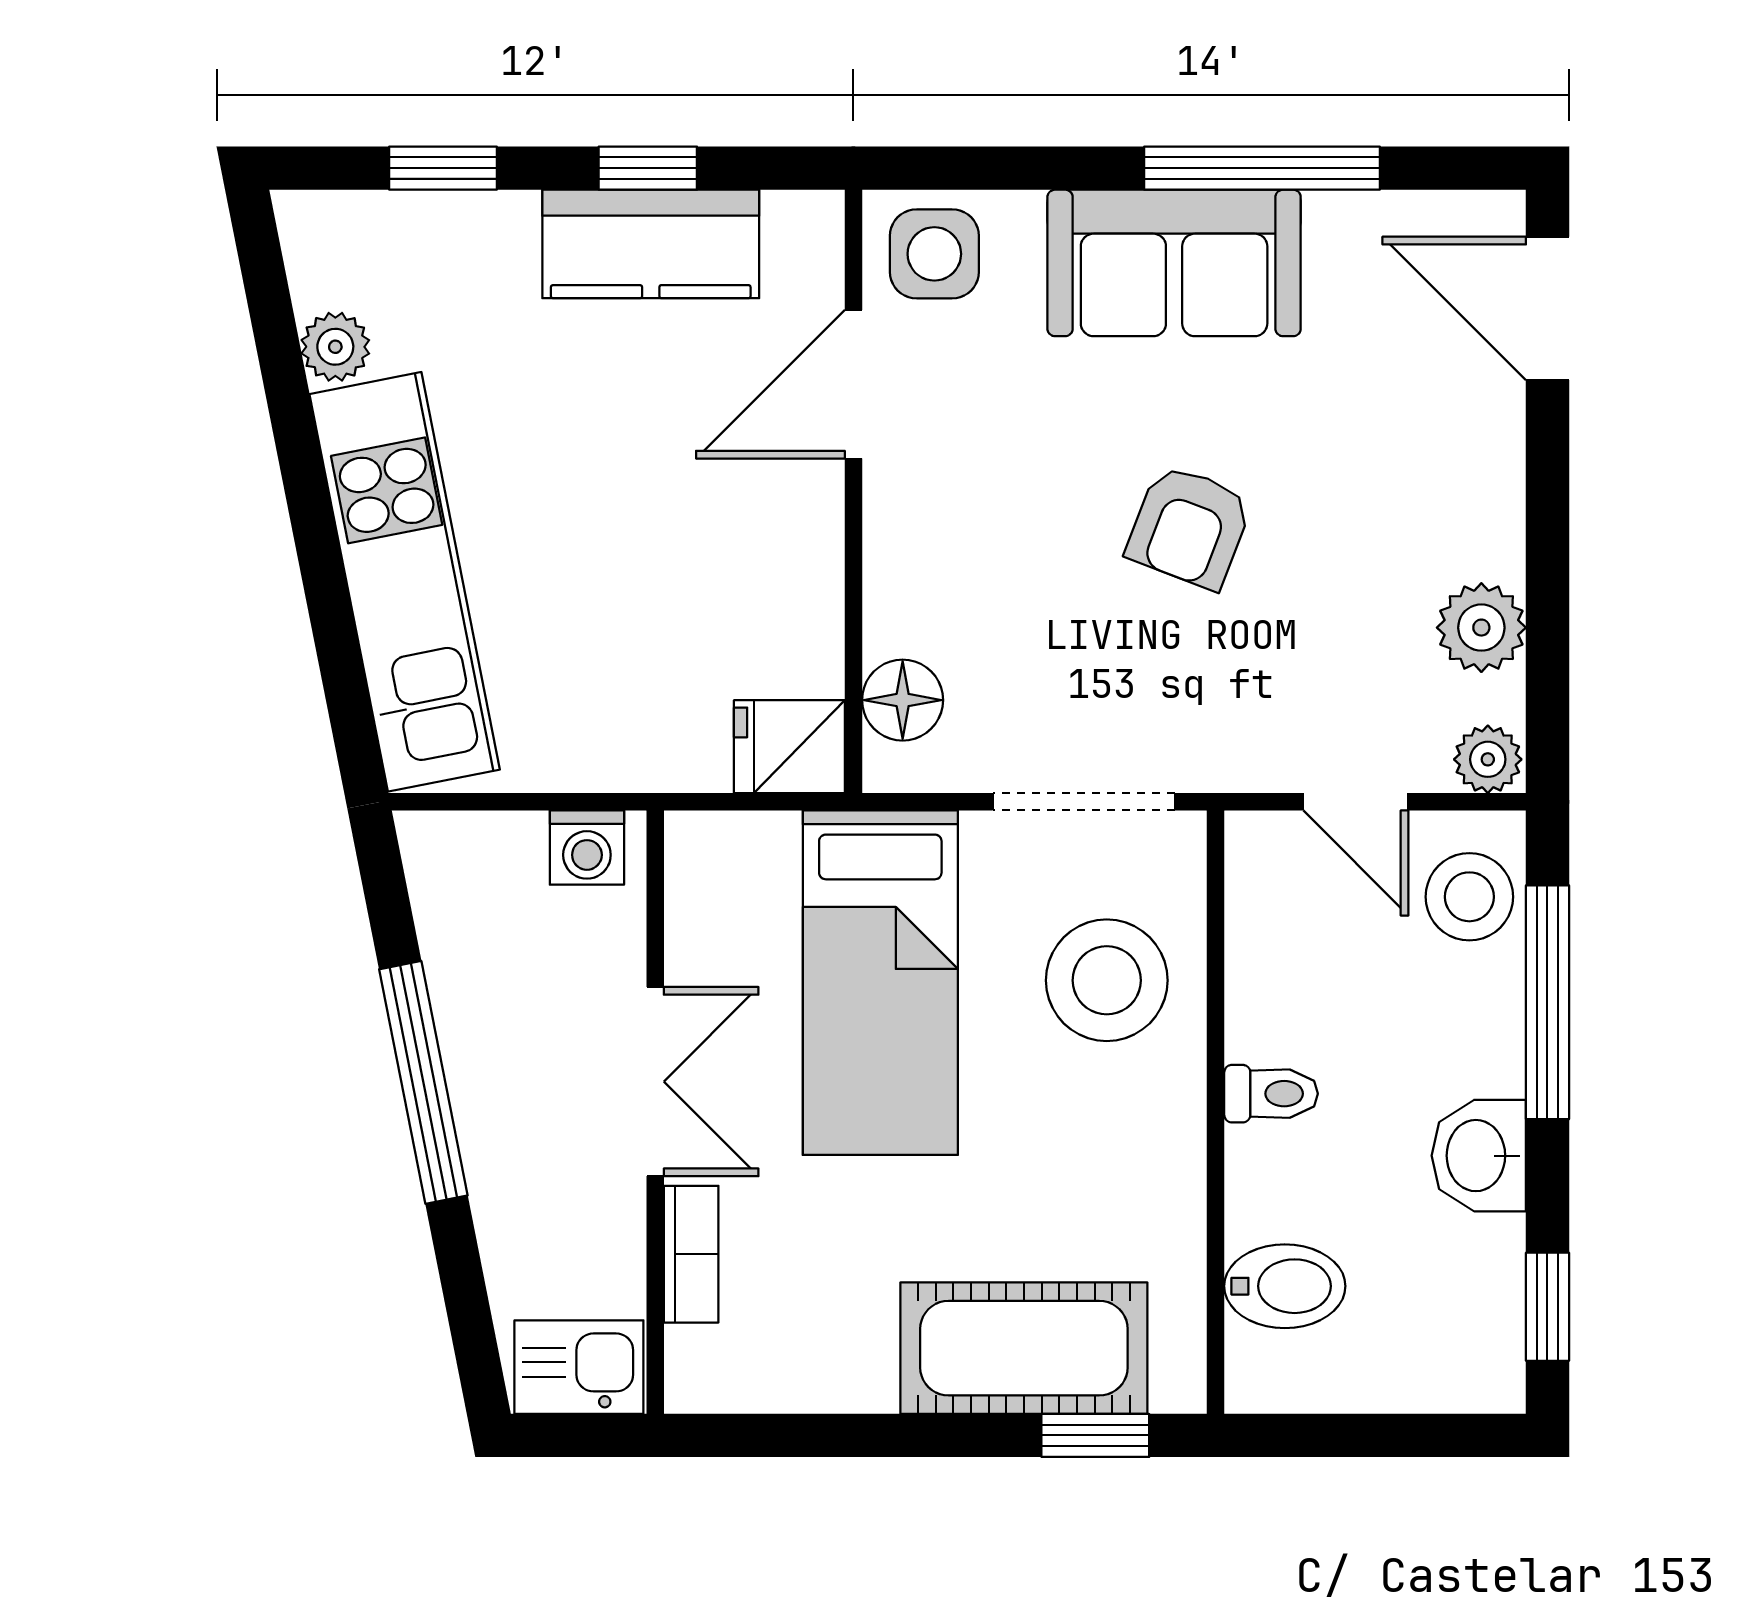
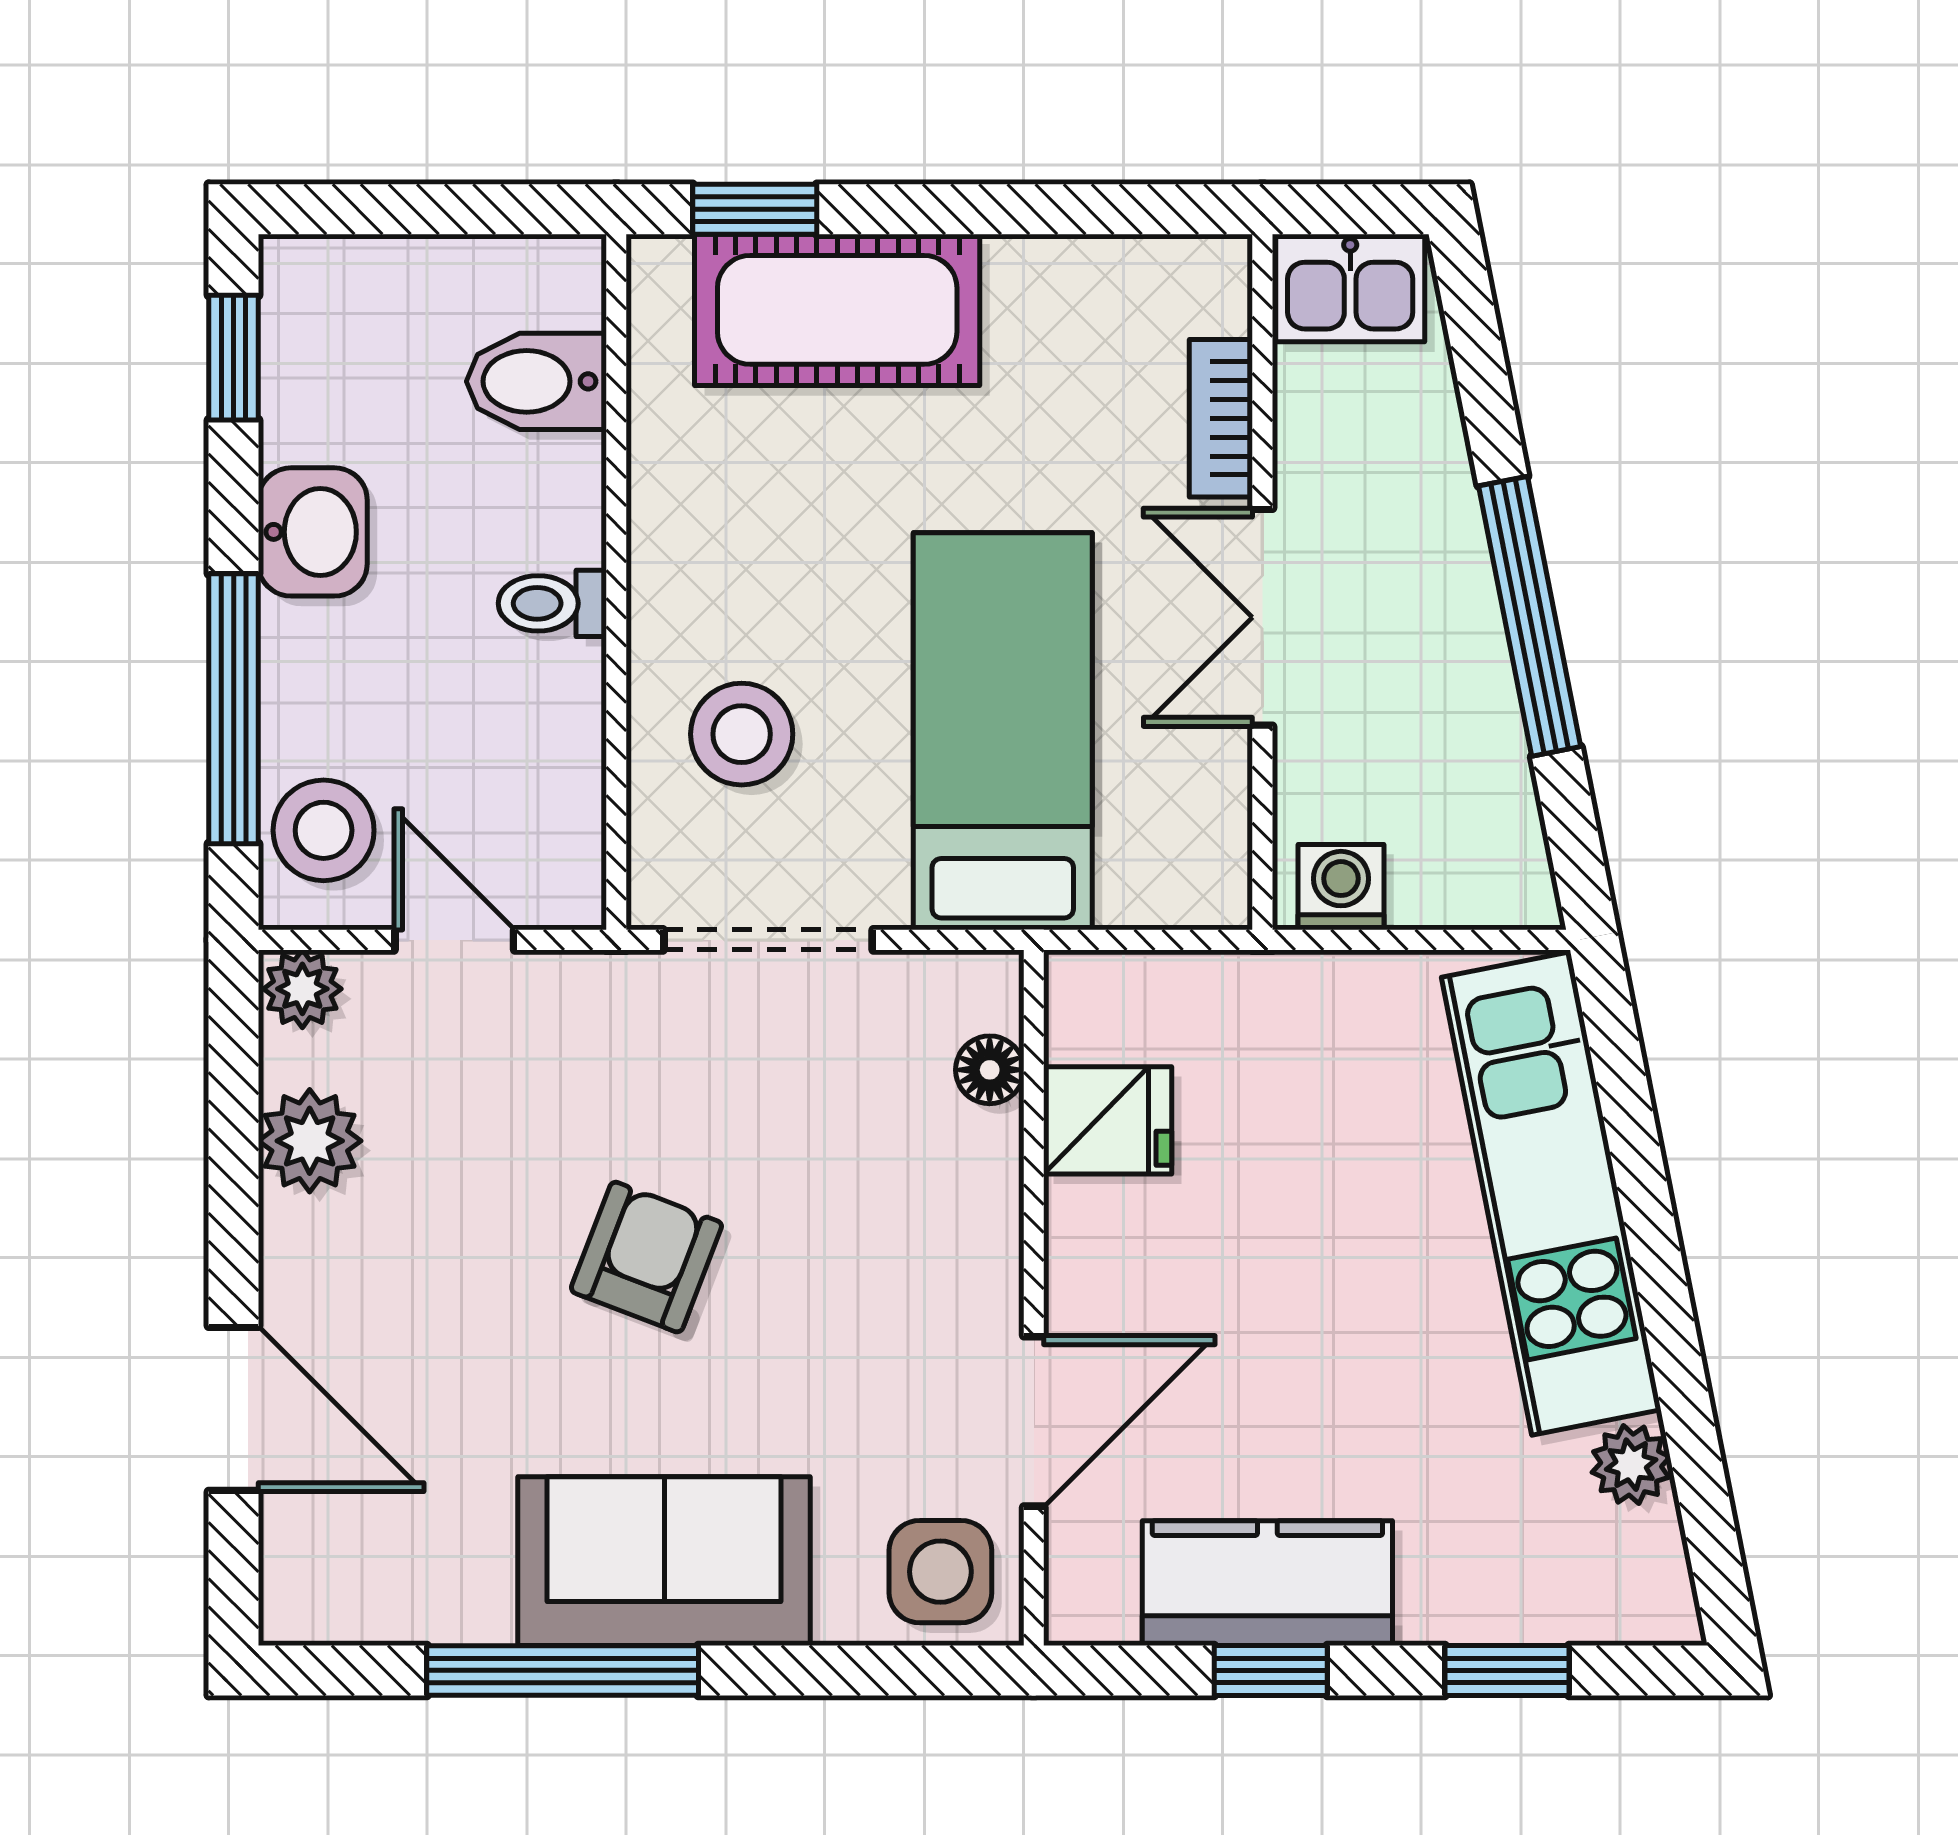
door: (1547, 308) -> (234, 1409), moved
floor lamp: (903, 700) -> (990, 1070), width x0.73, depth x0.73
fridge: (789, 747) -> (1108, 1120), moved
stool: (1107, 980) -> (742, 734), width x0.73, depth x0.73

